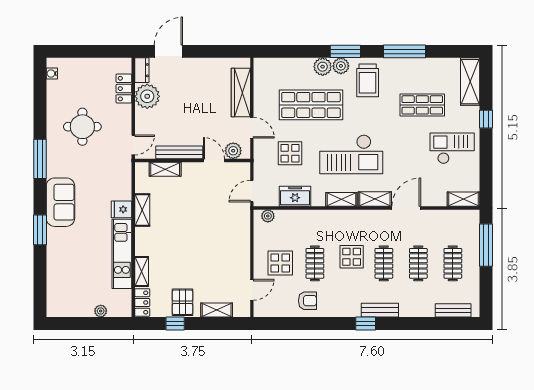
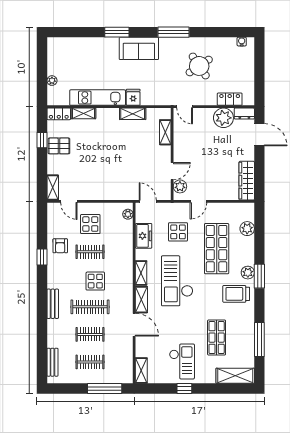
window: (404, 51) -> (259, 340), moved
plant: (323, 67) -> (247, 229), moved
wardrobe: (241, 92) -> (247, 181), moved, turned -90
window: (486, 119) -> (184, 388), moved
round table: (82, 127) -> (199, 66), turned -34
bench: (179, 152) -> (179, 143), removed
clothes rail: (384, 263) -> (90, 307), width x1.36
shelving: (217, 310) -> (53, 188), moved
window: (366, 323) -> (42, 257), moved

